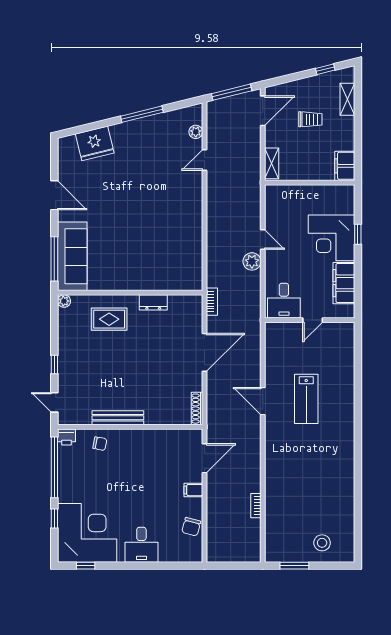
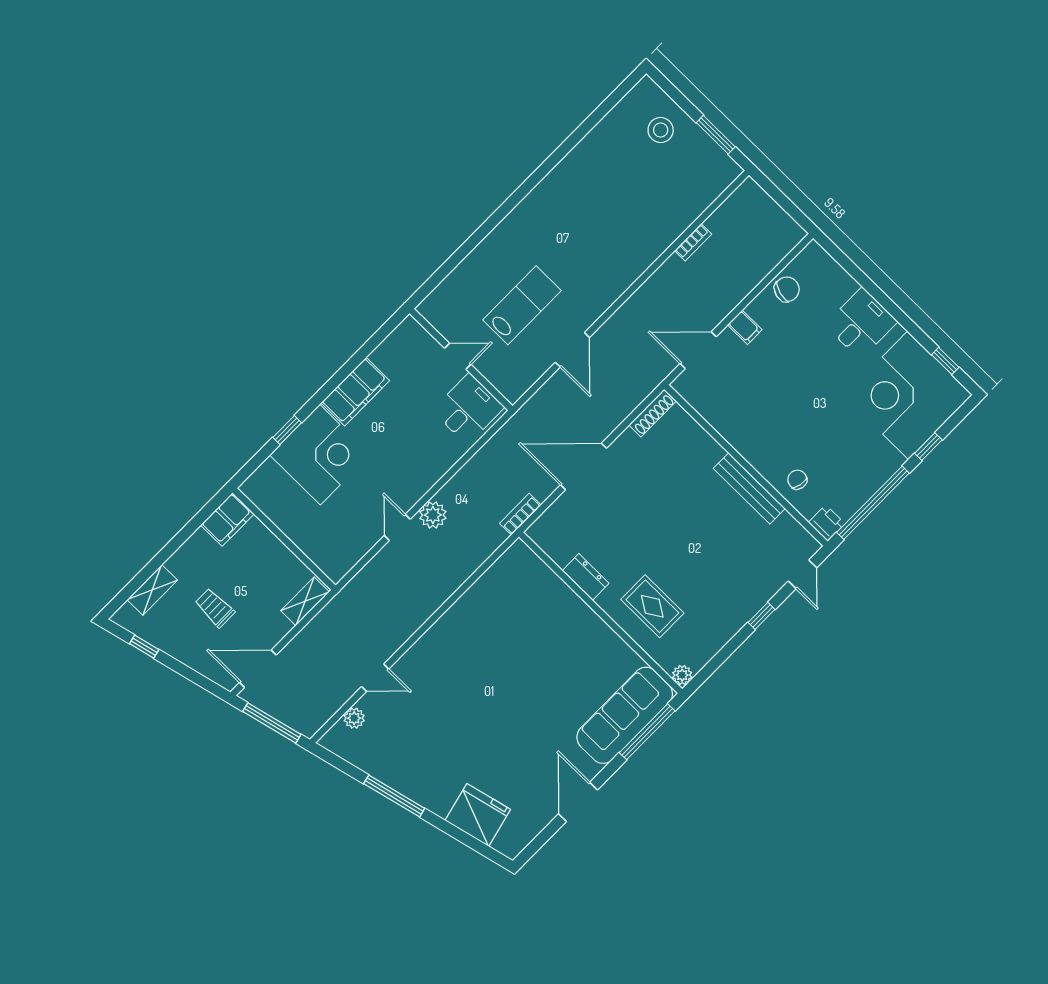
desk: (284, 301) -> (468, 409), moved
wall: (310, 320) -> (461, 360), moved
door: (313, 320) -> (458, 356), moved

